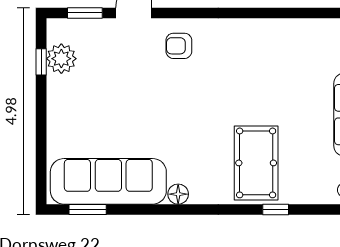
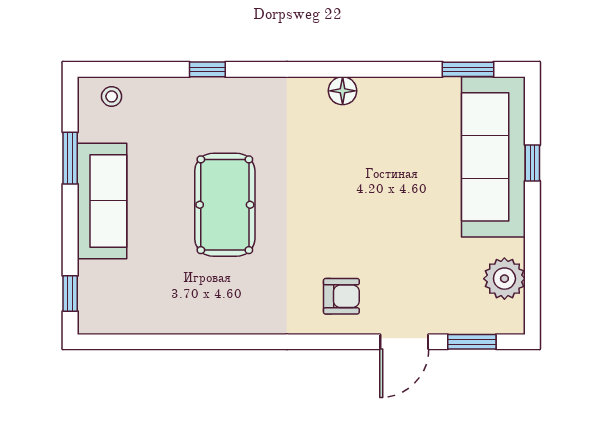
window: (41, 62) -> (532, 163), moved
pool table: (256, 163) -> (225, 205), moved
sofa: (108, 181) -> (493, 157), moved, turned 90

